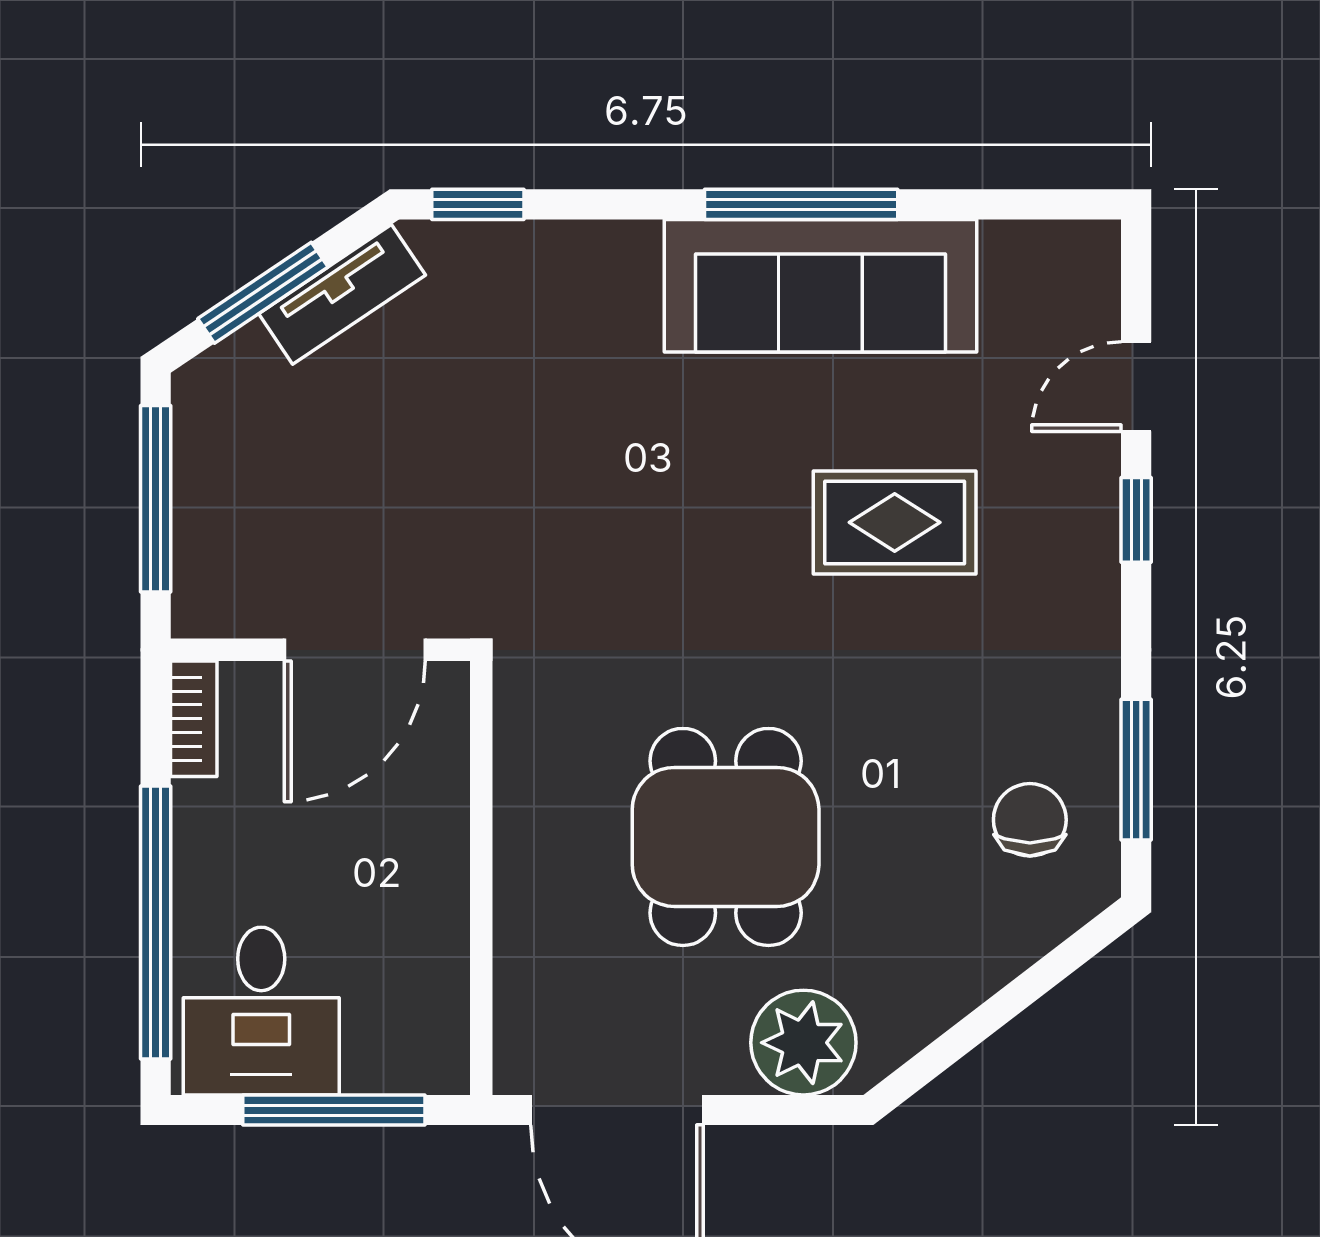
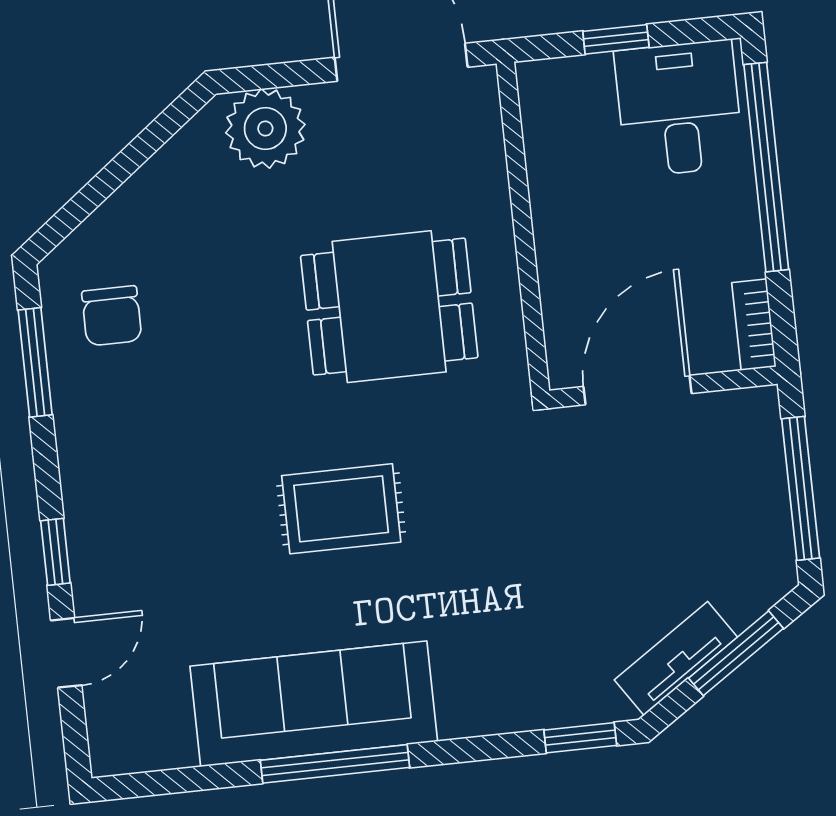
rug: (895, 522) -> (341, 509), moved
dining table: (726, 837) -> (389, 307), moved, turned 90
window: (334, 1110) -> (616, 39), width x0.46

